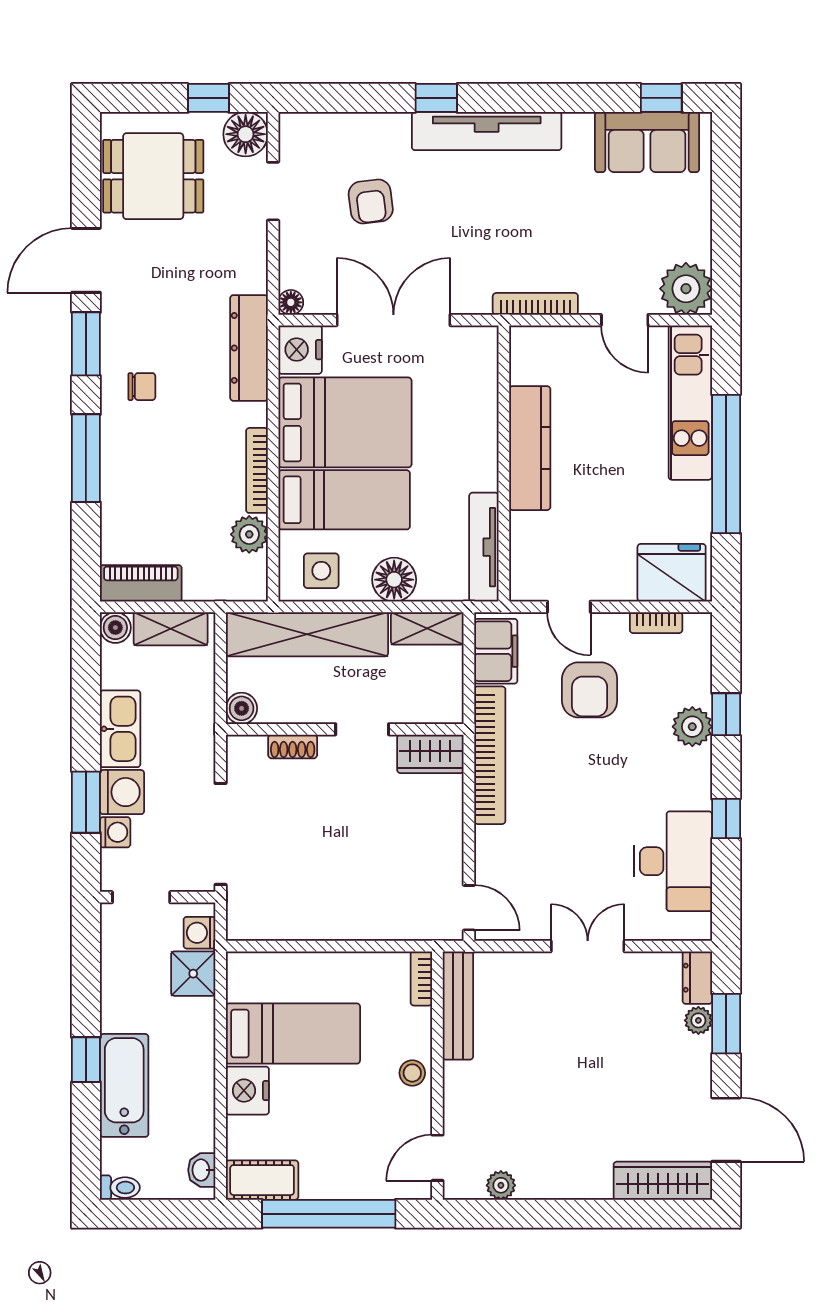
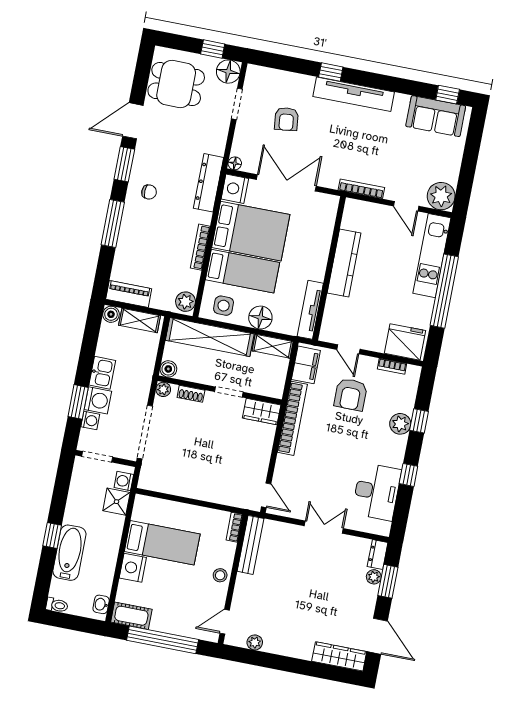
plant: (249, 534) -> (186, 302), moved
kitchen sink: (120, 729) -> (102, 373), width x0.73
plant: (240, 748) -> (163, 389), added

